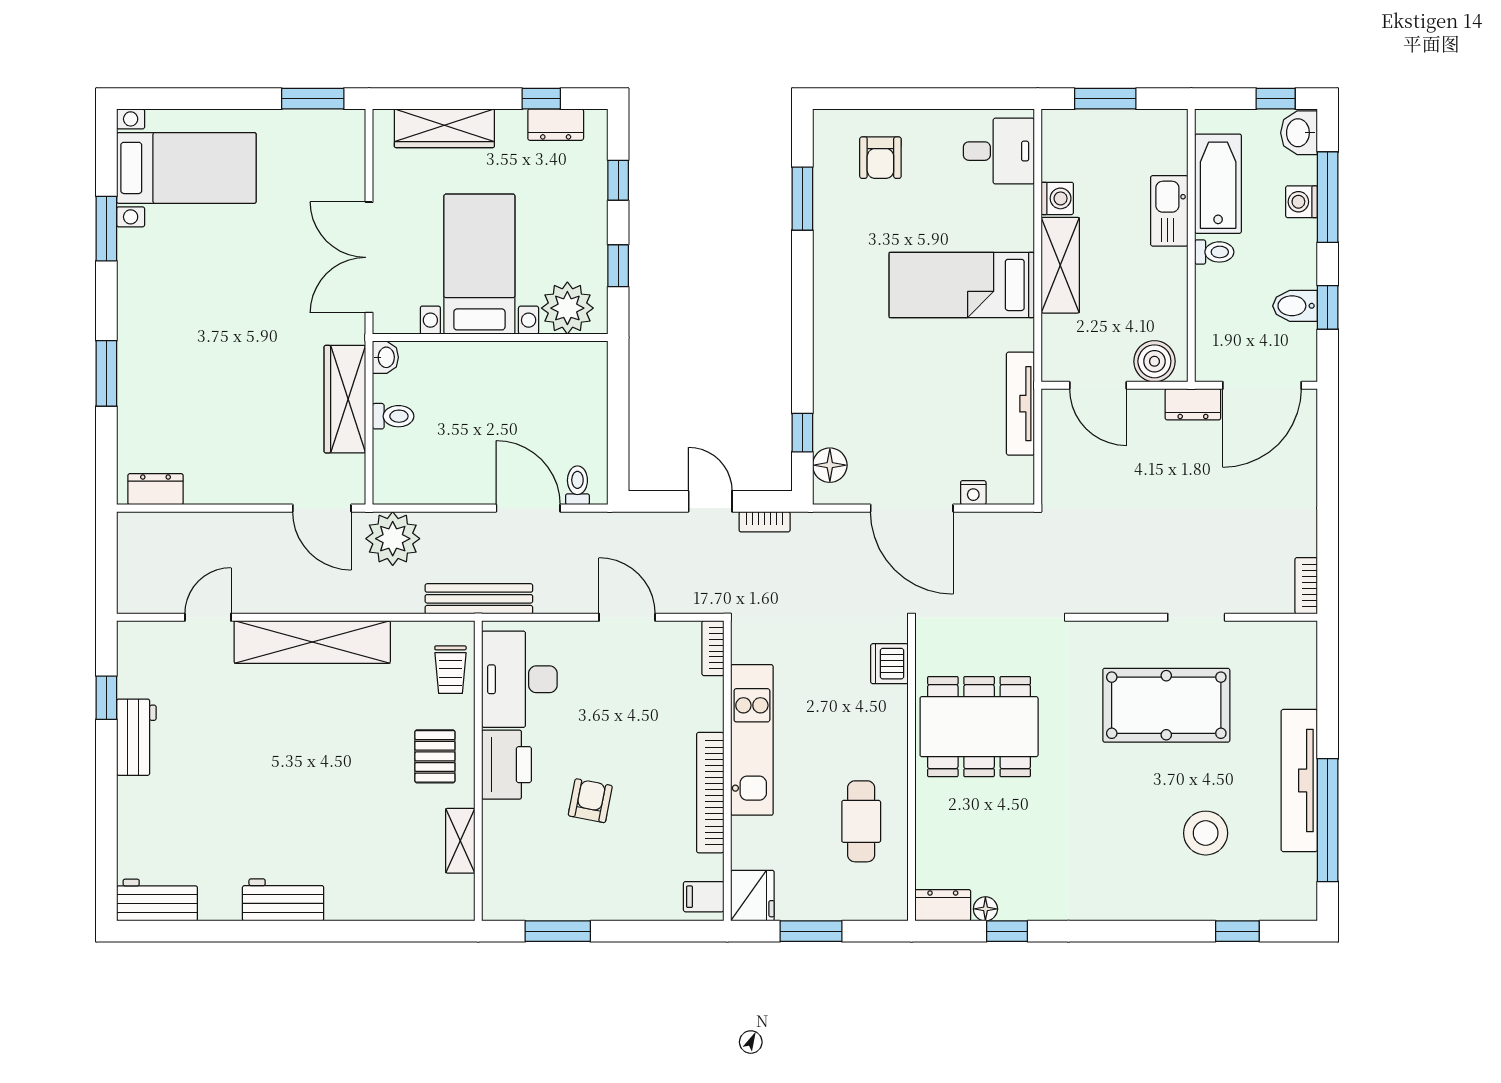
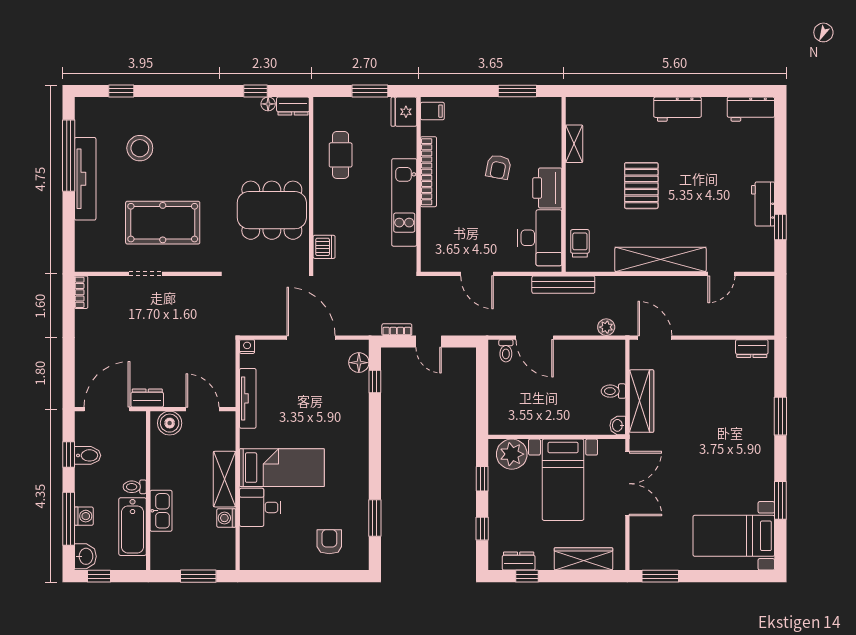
desk: (999, 151) -> (260, 507), moved
nightstand: (973, 493) -> (247, 347), moved
plant: (393, 539) -> (606, 327), width x0.53, depth x0.53
bookcase: (713, 648) -> (427, 256), removed
pallet: (435, 756) -> (641, 186), moved, width x1.50, depth x1.42

